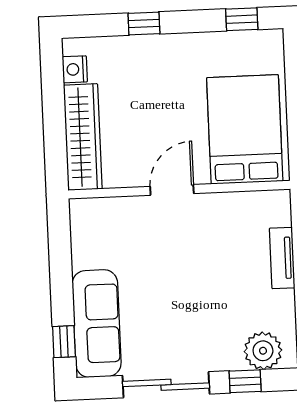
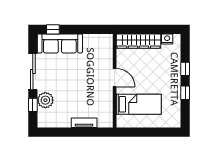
window: (242, 19) -> (185, 93), moved
bed: (245, 129) -> (139, 104), width x0.67
plant: (263, 351) -> (45, 100), moved

